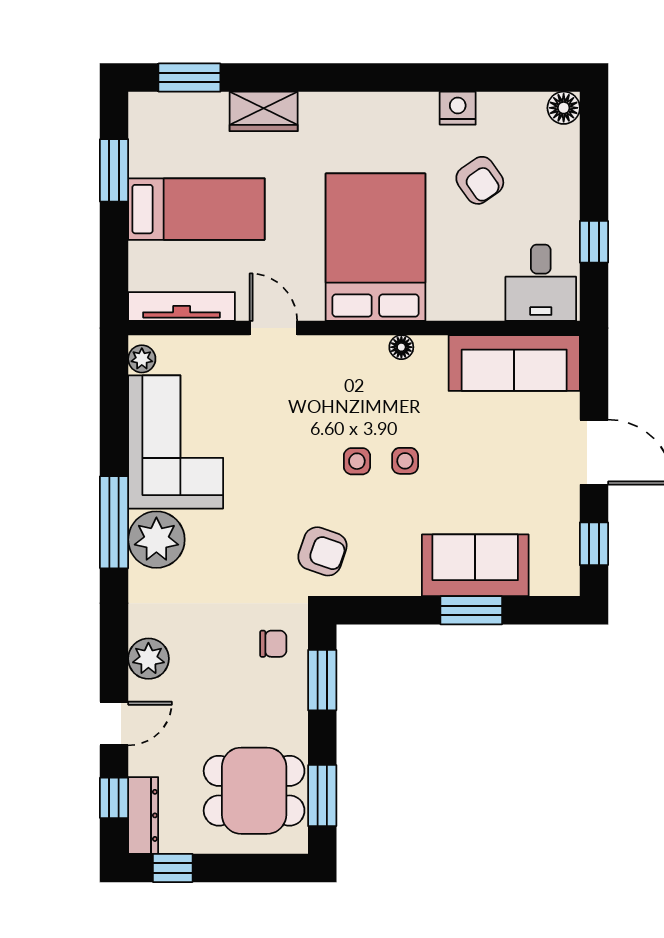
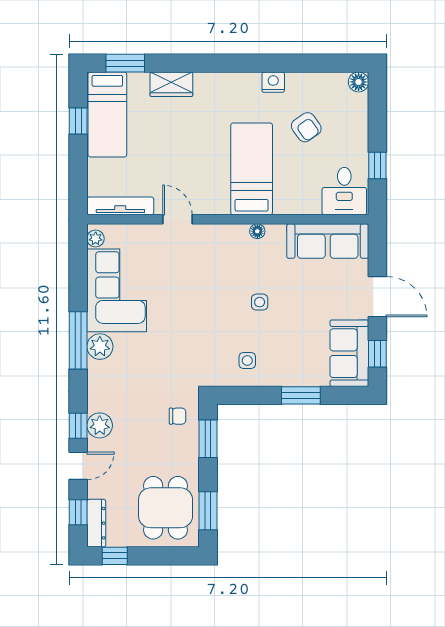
nightstand: (458, 108) -> (273, 82), moved
window: (114, 170) -> (78, 121), width x0.67
bed: (196, 209) -> (107, 114), moved, turned 90
bed: (375, 247) -> (252, 169), width x0.67
side table: (357, 461) -> (247, 361), moved
plant: (156, 540) -> (100, 347), width x0.73, depth x0.73
armchair: (322, 551) -> (208, 359), removed
sofa: (475, 565) -> (349, 353), moved, turned -90
window: (114, 659) -> (78, 426), added
dining table: (254, 791) -> (166, 508), turned 90

